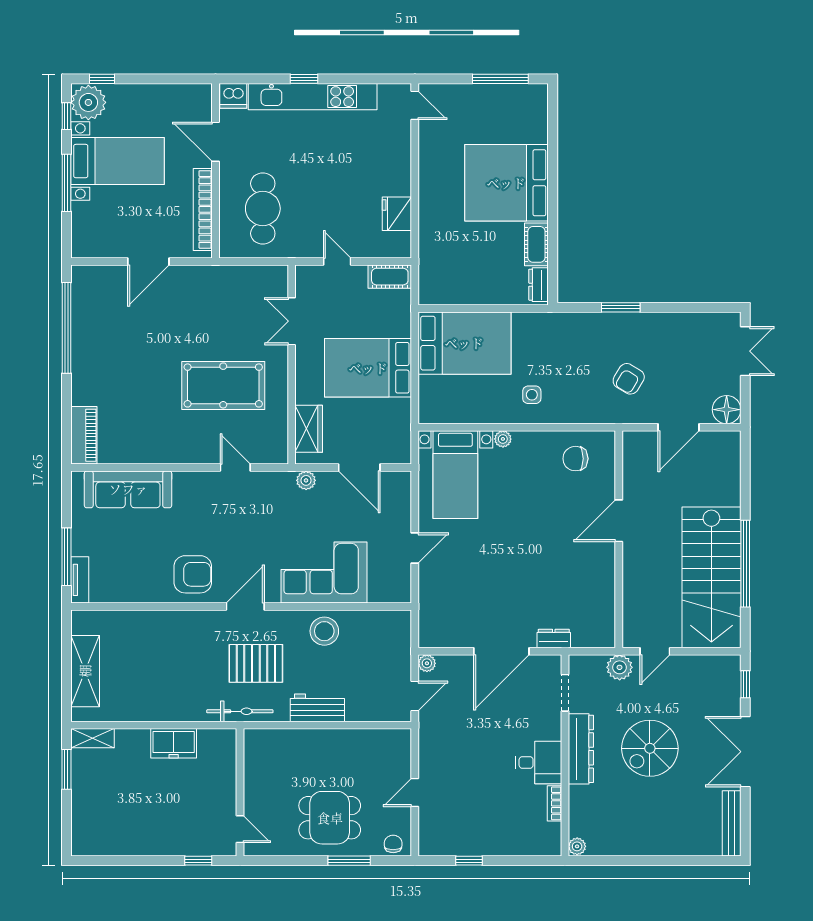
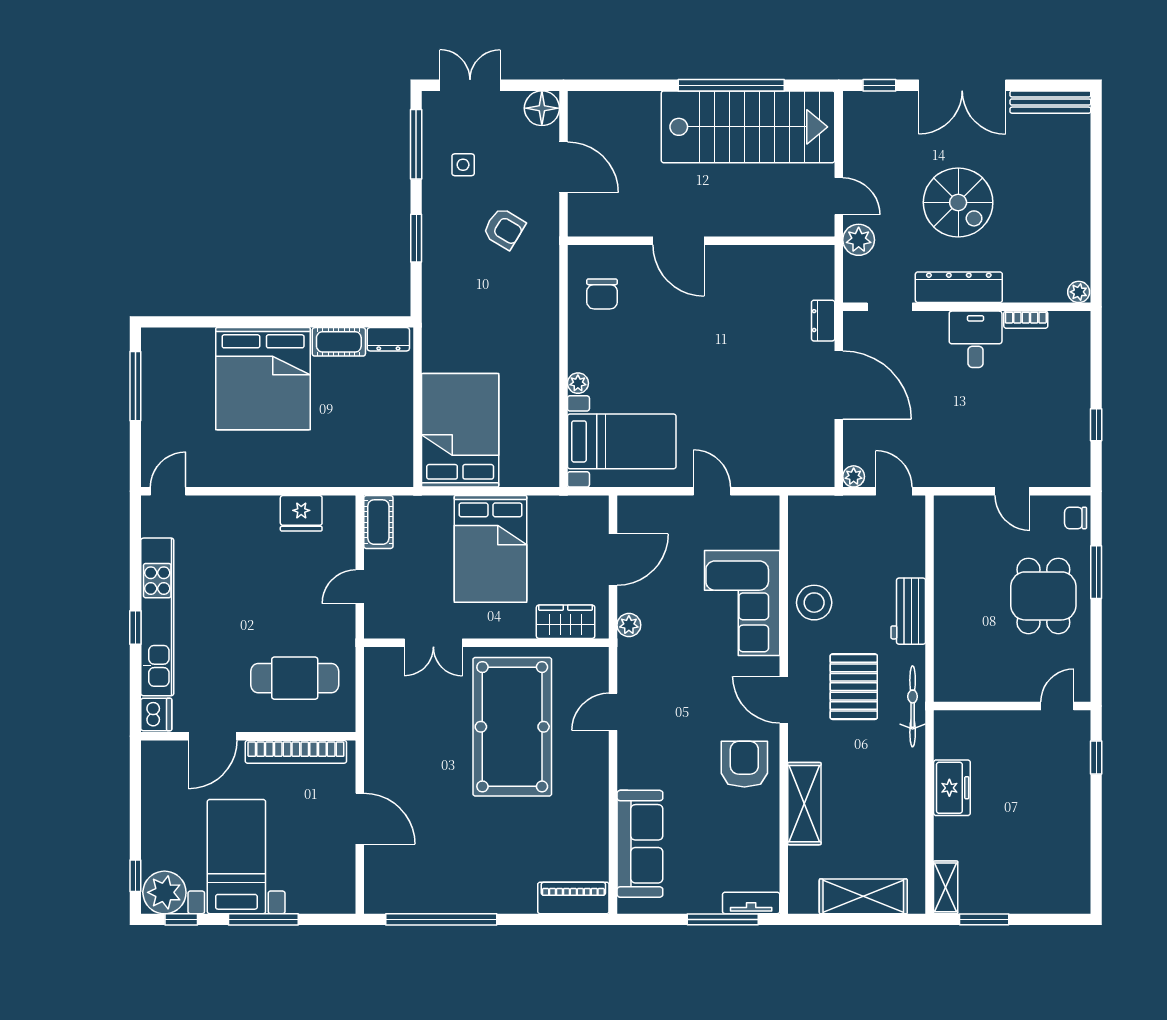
window: (697, 307) -> (416, 144), added
pool table: (223, 385) -> (512, 727), width x1.36, depth x1.32
side table: (532, 395) -> (463, 165), moved
shelving: (161, 623) -> (804, 804), added

